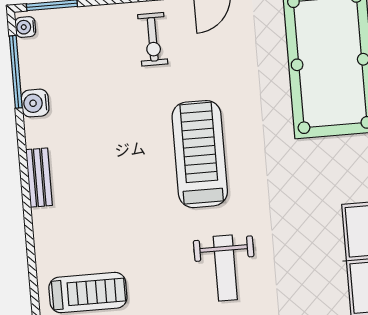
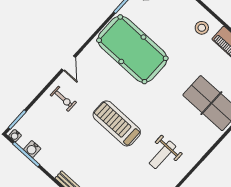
water cooler: (35, 103) -> (32, 149), moved
weight bench: (225, 268) -> (162, 155), turned 90

